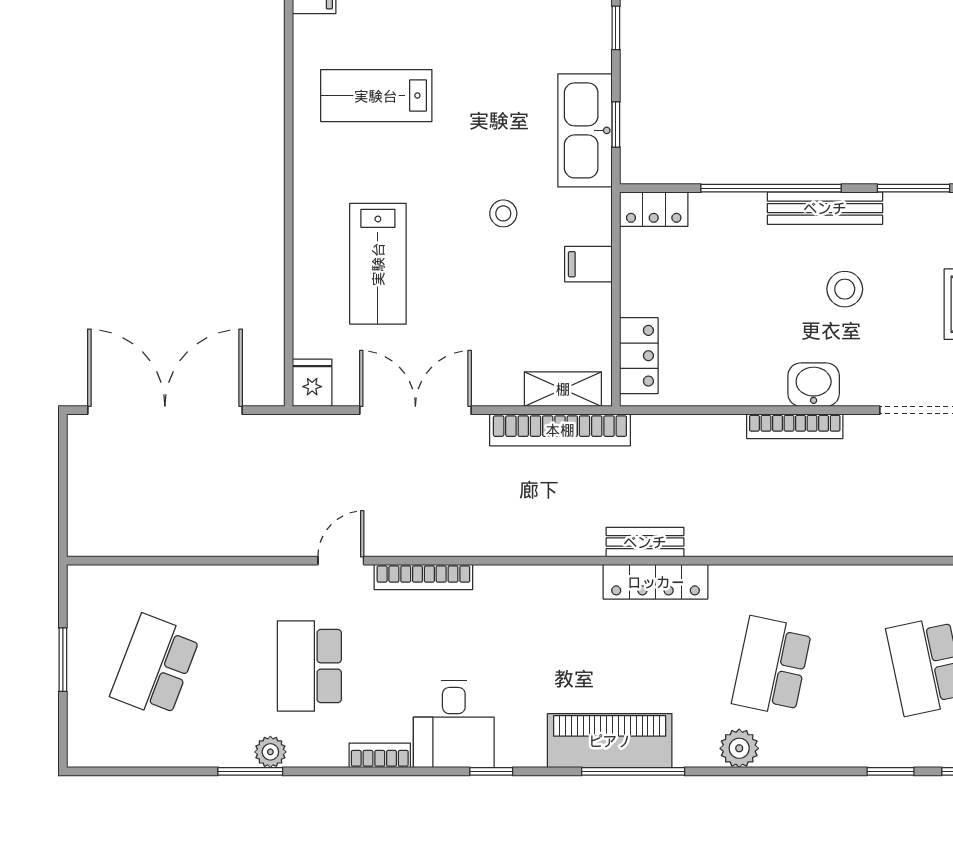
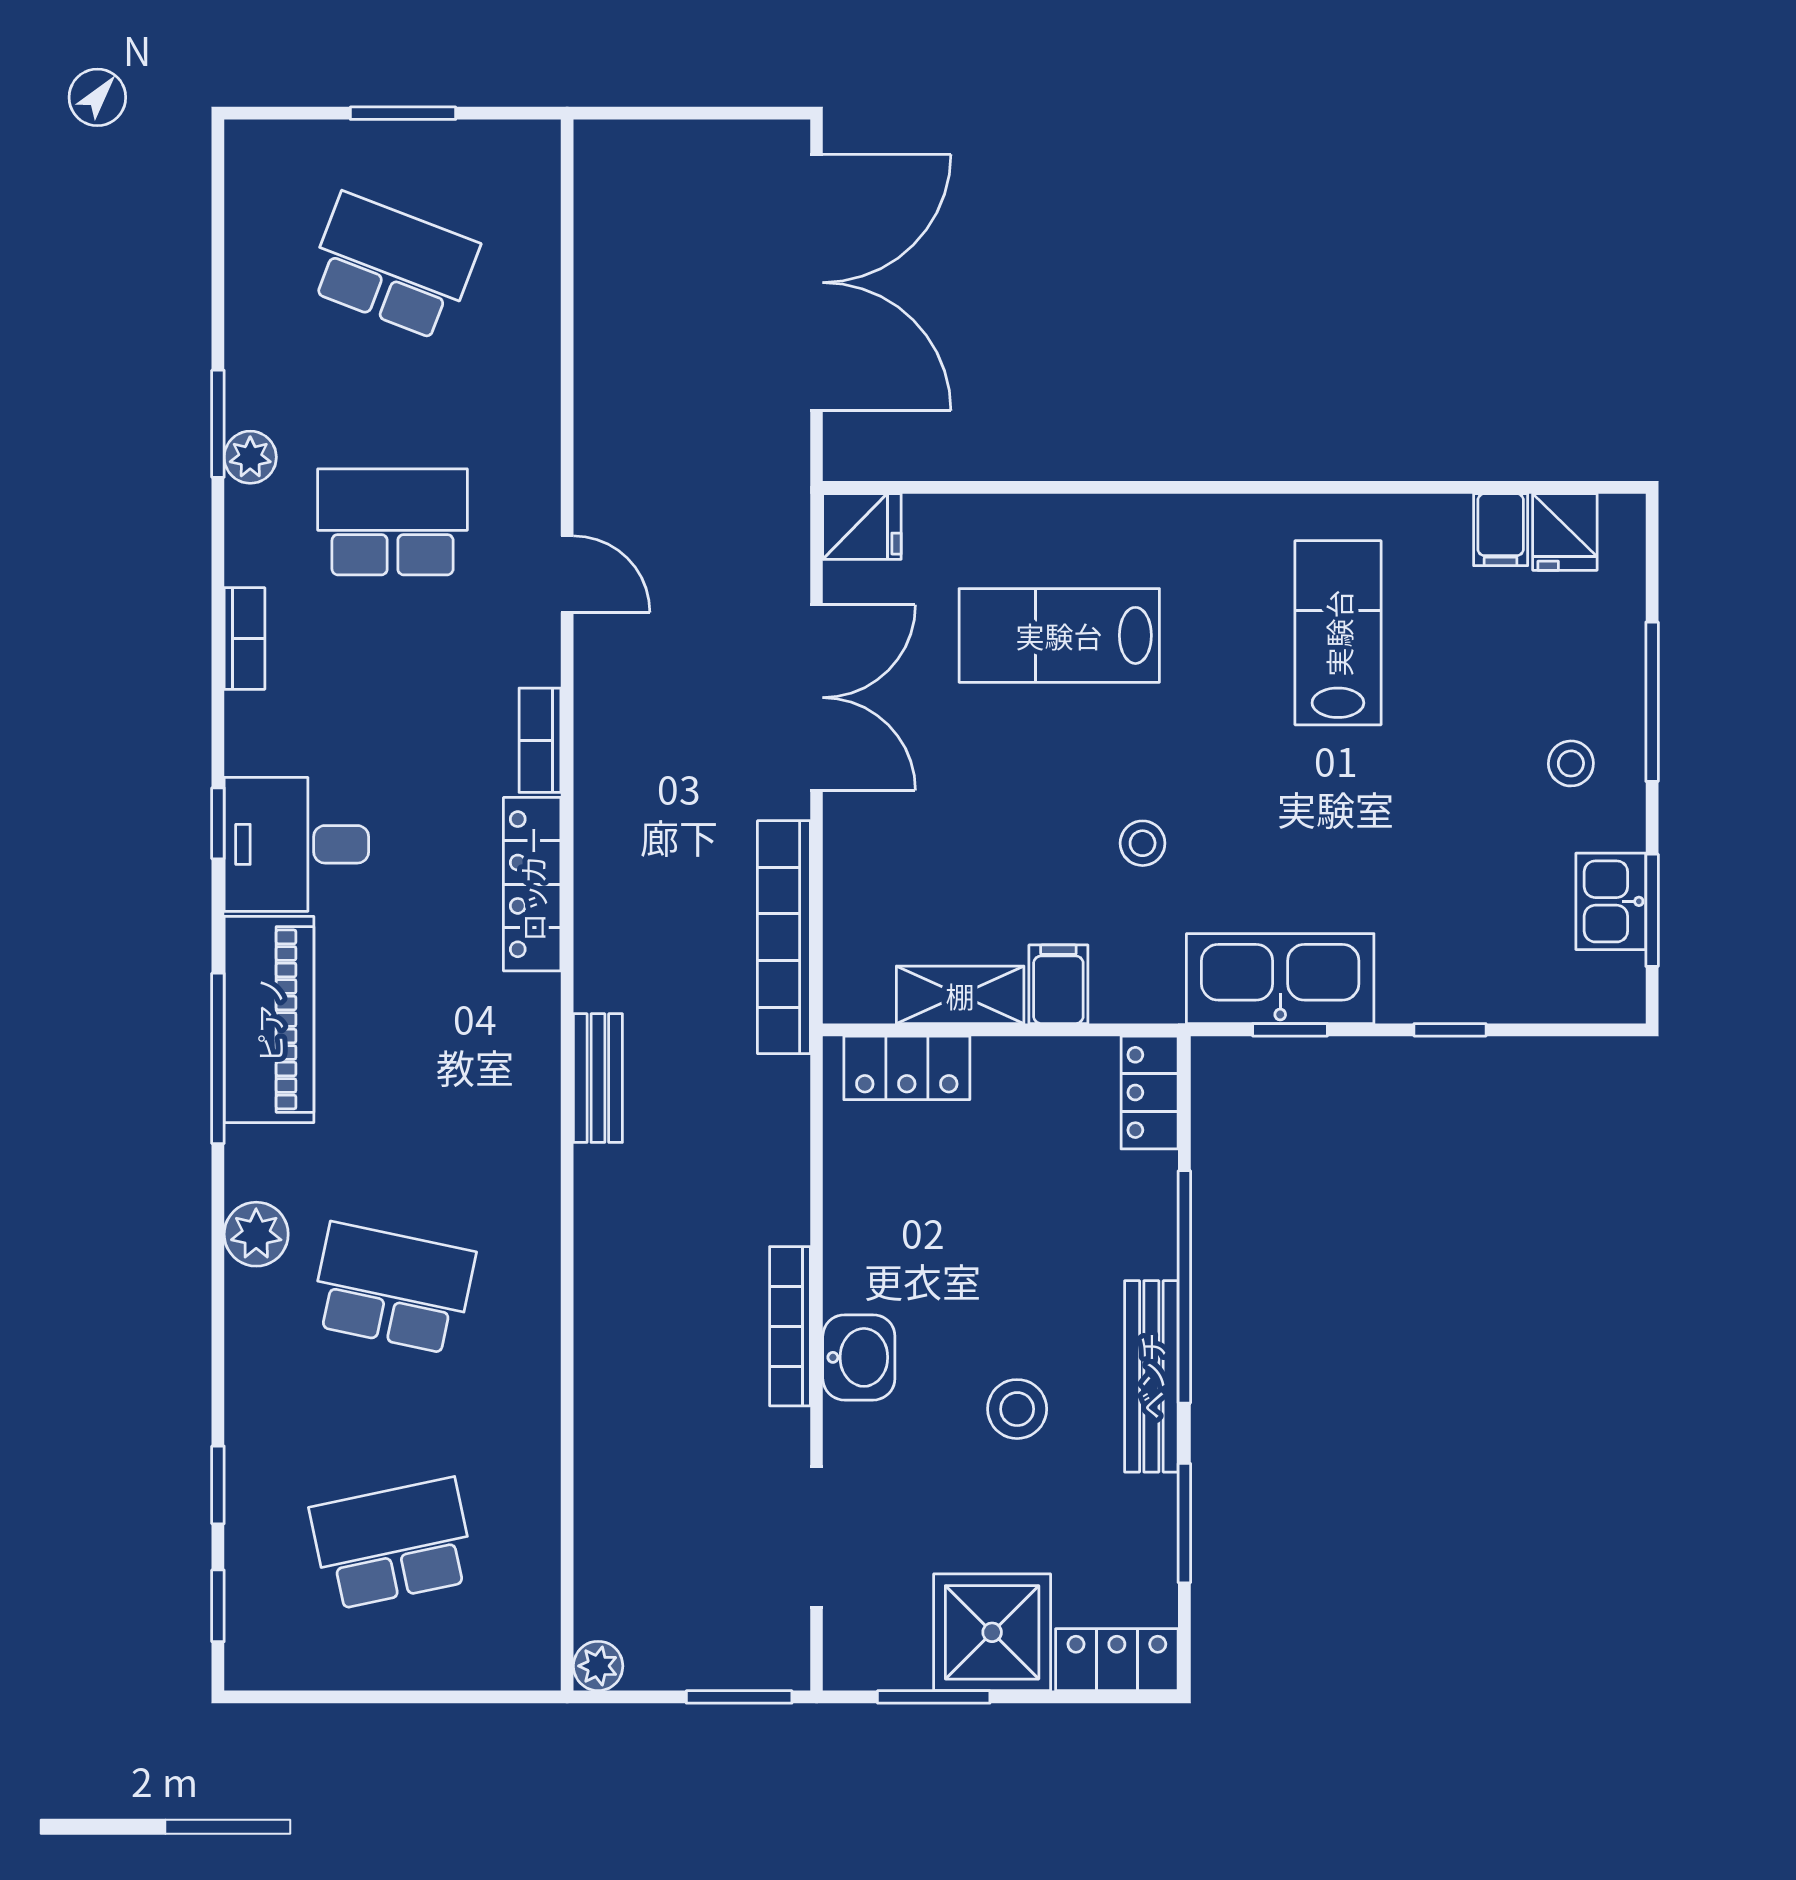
shelving: (563, 389) -> (960, 995), moved, turned 90
bookcase: (423, 577) -> (540, 740), width x0.64
locker: (656, 582) -> (532, 884), moved
desk: (454, 724) -> (296, 844), moved

